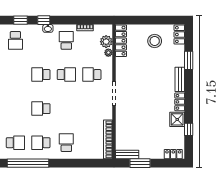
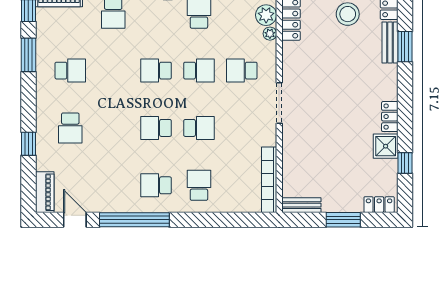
bench: (180, 79) -> (390, 42), moved
school desk: (15, 143) -> (199, 128), moved
window: (140, 163) -> (343, 220), moved

